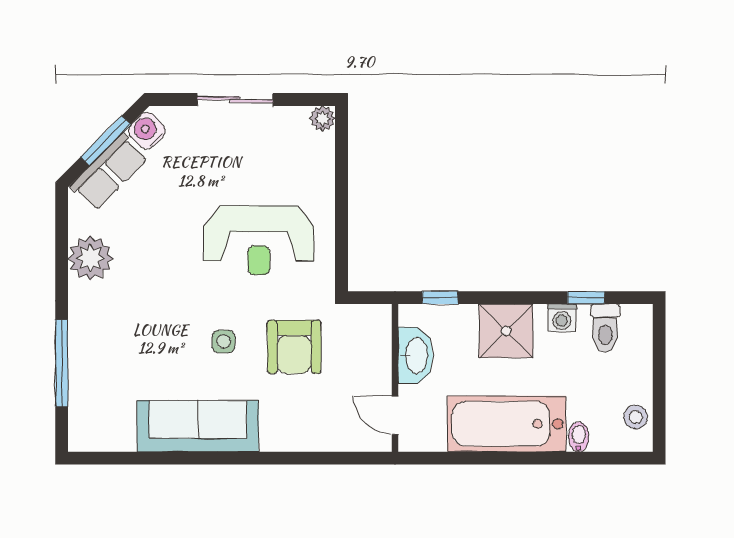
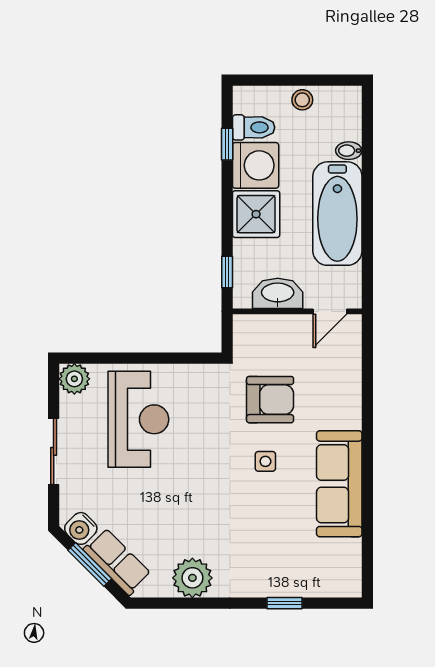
plant: (323, 118) -> (74, 379), width x1.38, depth x1.38
reception desk: (259, 240) -> (138, 419), moved
washing machine: (562, 318) -> (256, 165), width x1.89, depth x1.89
window: (62, 363) -> (284, 603), width x0.46
stool: (636, 417) -> (302, 100), moved

